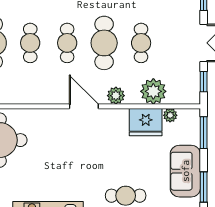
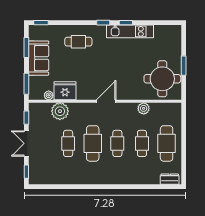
plant: (116, 96) -> (144, 108), moved
door: (84, 106) -> (106, 101), swing flipped

